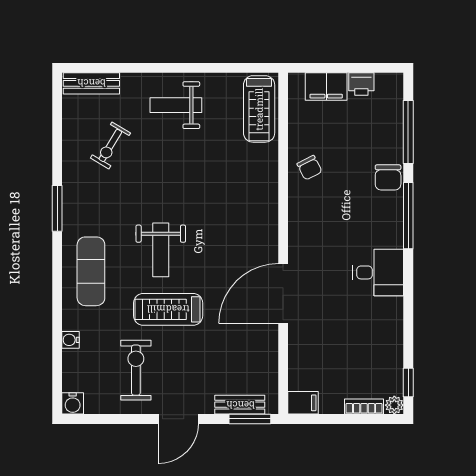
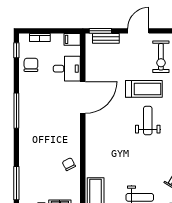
chair: (388, 177) -> (31, 65), moved
window: (408, 216) -> (16, 111), moved
desk: (378, 272) -> (67, 69), moved, turned 180
plant: (394, 405) -> (24, 38), removed

